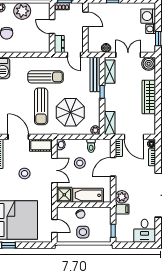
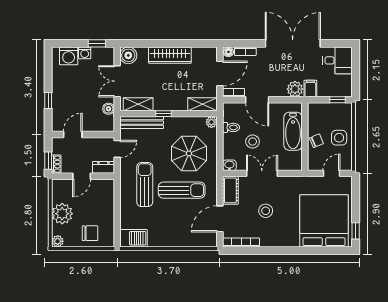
shower: (64, 195) -> (292, 161), removed

